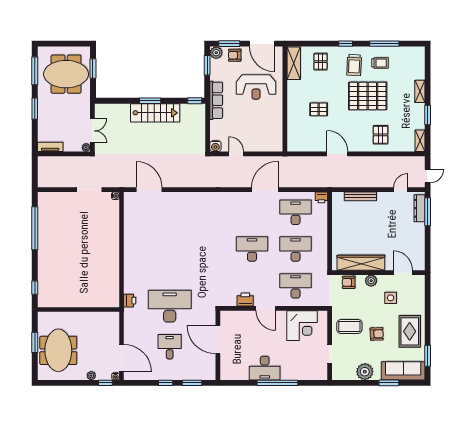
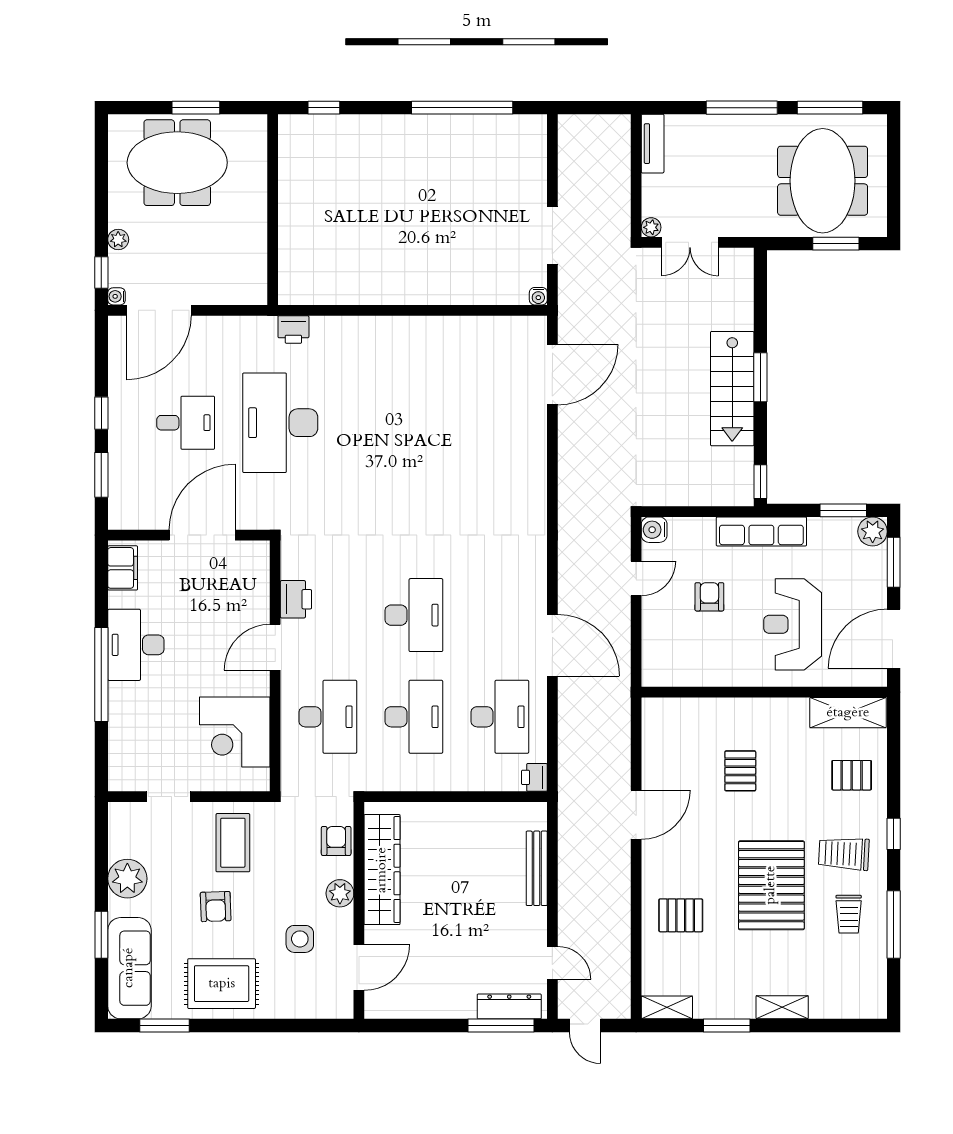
armchair: (235, 55) -> (709, 597), moved
window: (35, 109) -> (742, 108), width x1.44
desk: (170, 306) -> (280, 423), turned 180
filing cabinet: (232, 374) -> (123, 568), added

